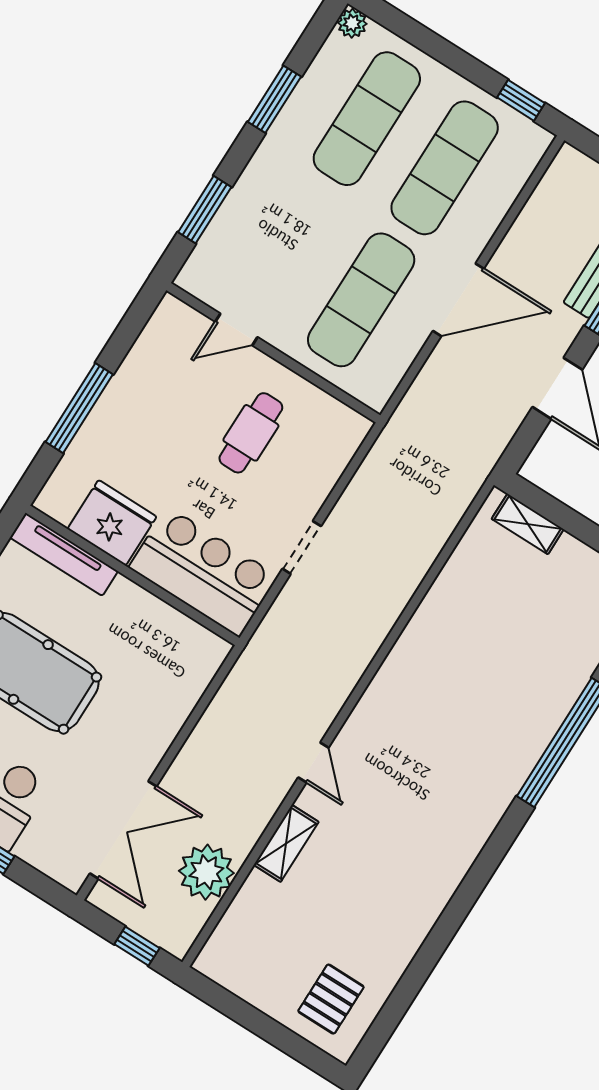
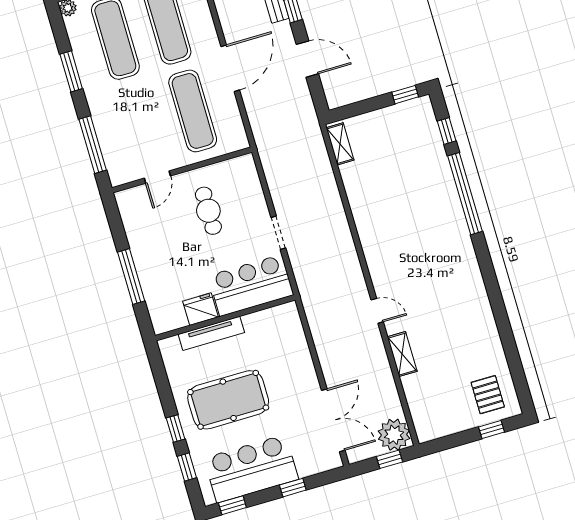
window: (205, 210) -> (93, 145), width x1.44
fridge: (112, 523) -> (201, 309), width x0.73, depth x0.75
shelving: (528, 524) -> (340, 144), moved, turned 90
tv unit: (64, 554) -> (211, 333), moved
plant: (206, 872) -> (394, 435), moved
window: (291, 1043) -> (492, 429), added

